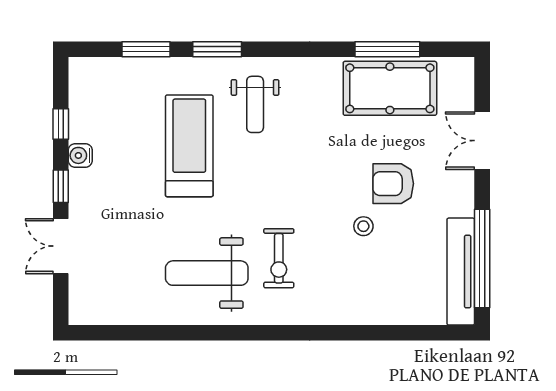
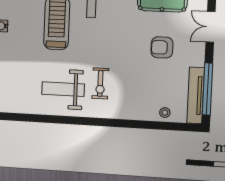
stool: (363, 226) -> (165, 113), moved

